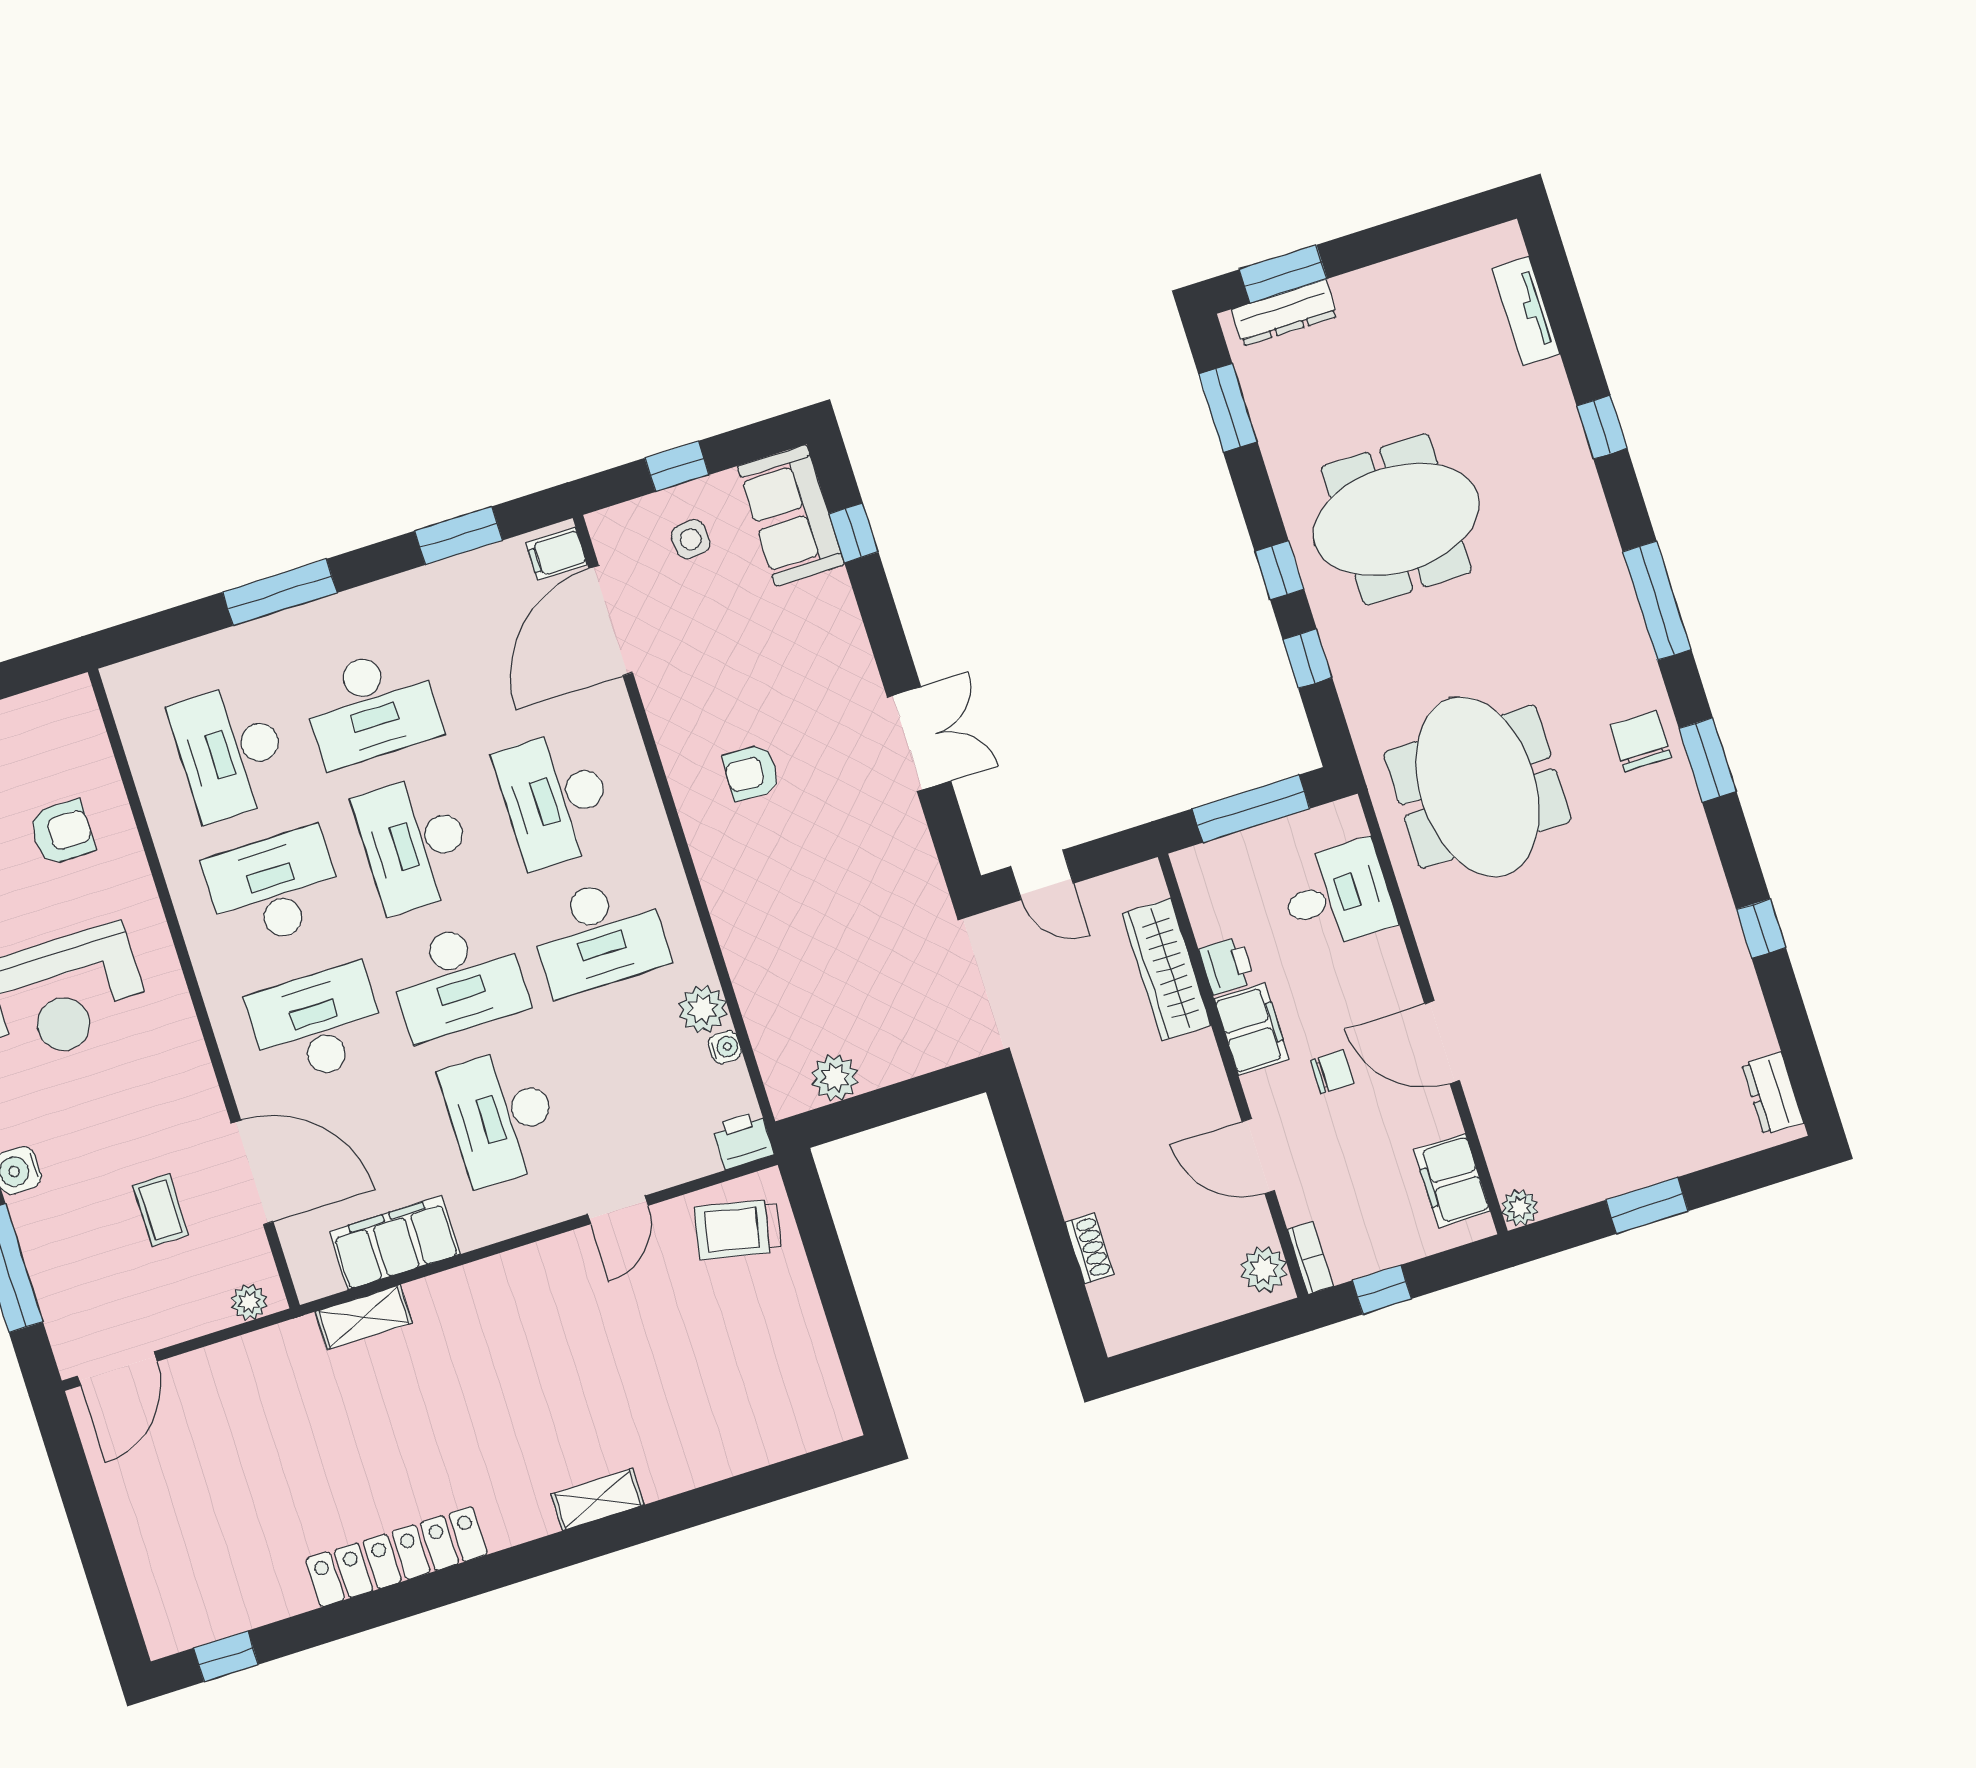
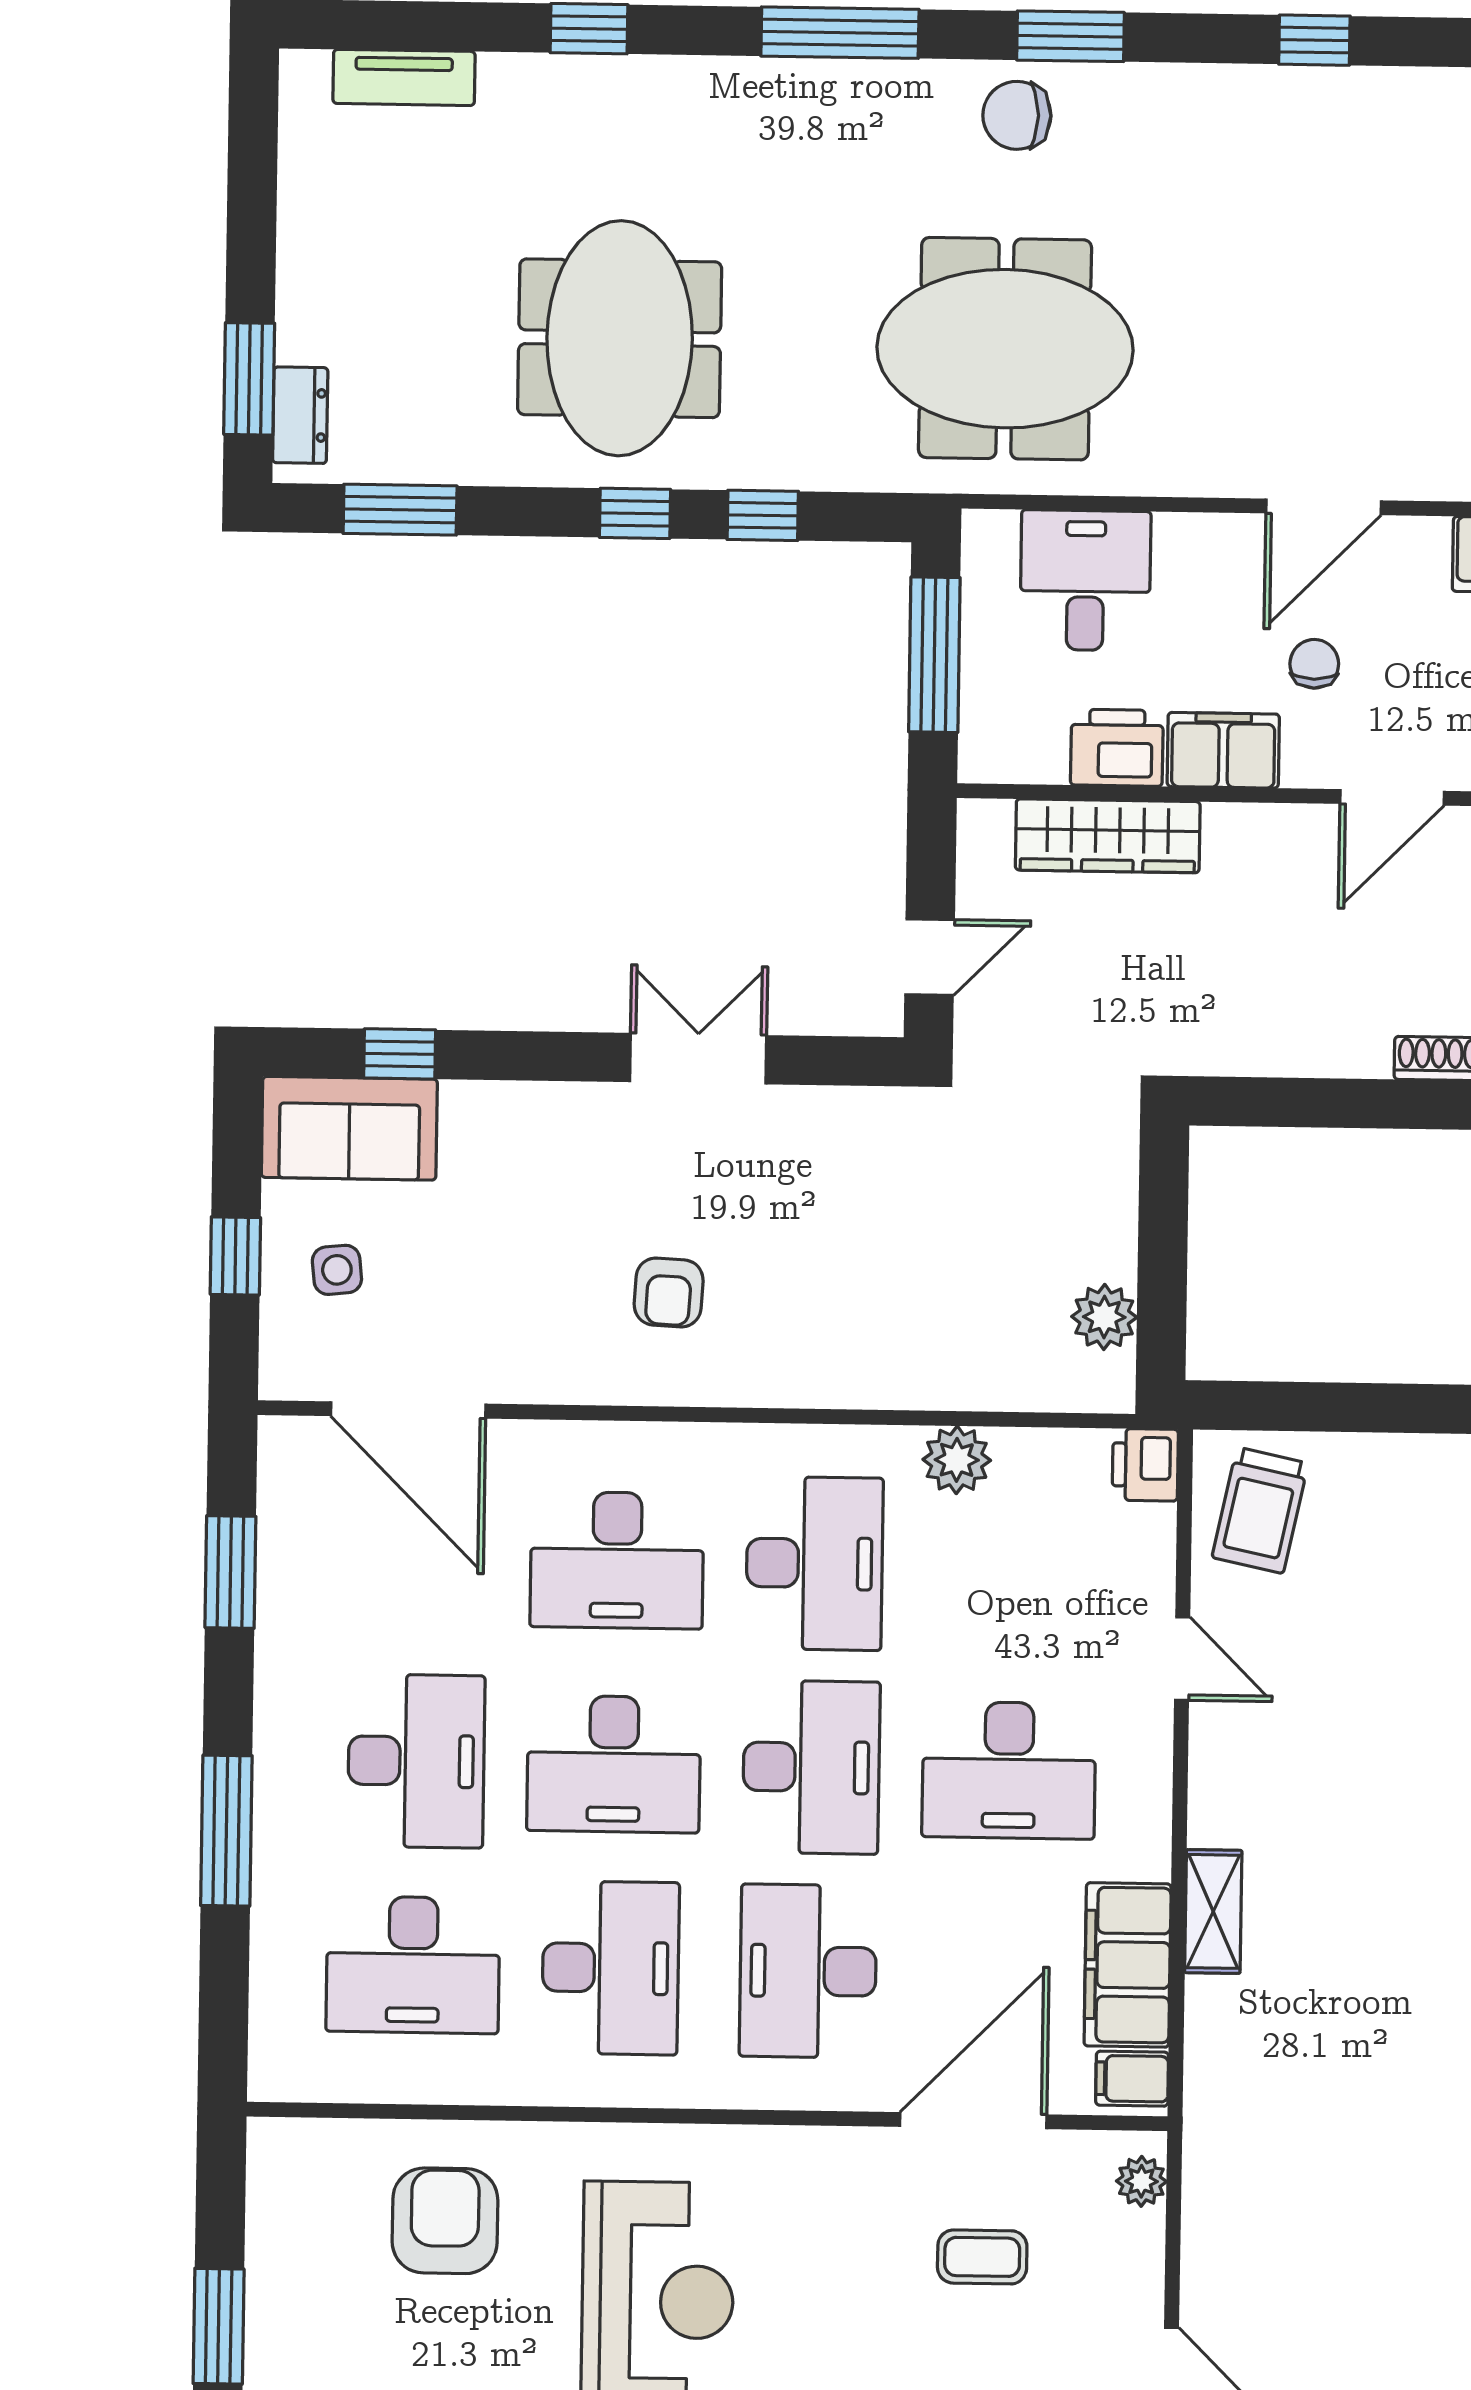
dresser: (1284, 313) -> (300, 415), width x0.70
filing cabinet: (557, 554) -> (1132, 2079), moved, turned 90
armchair: (62, 832) -> (445, 2221), width x1.38, depth x1.38
desk: (274, 888) -> (611, 1968), turned 180
printer: (1227, 966) -> (1117, 748), width x1.36, depth x1.24
water cooler: (725, 1047) -> (1016, 1447), removed
shelving: (364, 1317) -> (1213, 1911), moved

